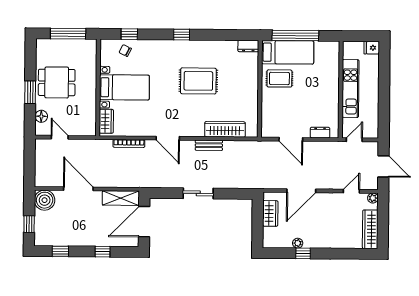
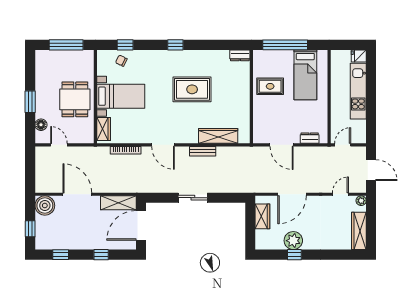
bed: (288, 52) -> (305, 75), moved, turned 90
dining table: (57, 82) -> (75, 99), moved, turned 90
kitchen unit: (350, 88) -> (358, 91), moved, turned 180
plant: (298, 243) -> (293, 241), width x1.88, depth x1.88

